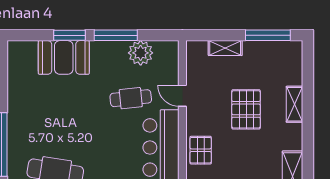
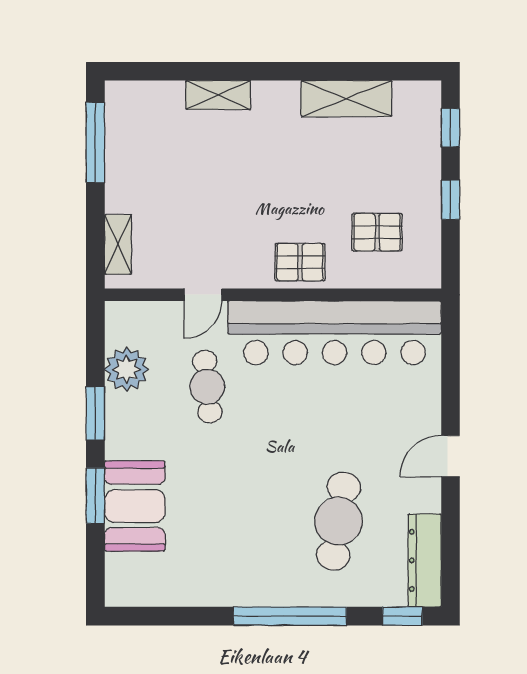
window: (116, 35) -> (95, 413), width x0.69
shelving: (225, 48) -> (118, 244), moved
pallet: (246, 109) -> (227, 181), removed

